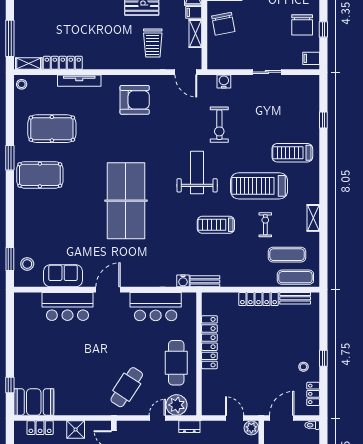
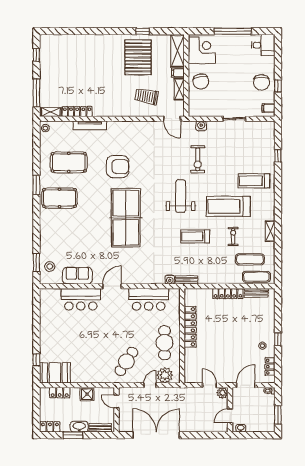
trolley: (153, 43) -> (146, 96), turned 100
armchair: (135, 100) -> (118, 167), moved
dresser: (189, 427) -> (175, 392), removed

